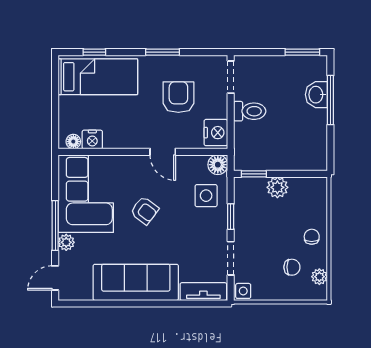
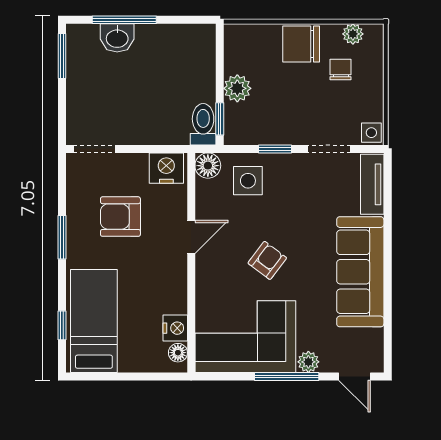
toilet: (250, 111) -> (203, 124), moved
chair: (312, 237) -> (301, 44), width x1.87, depth x1.87

